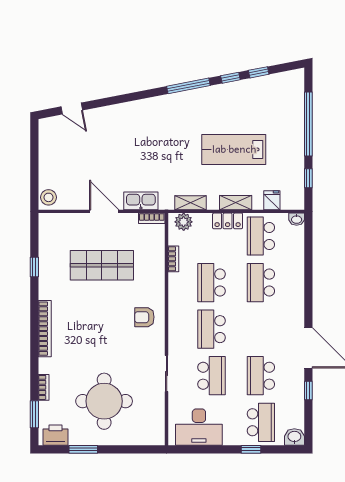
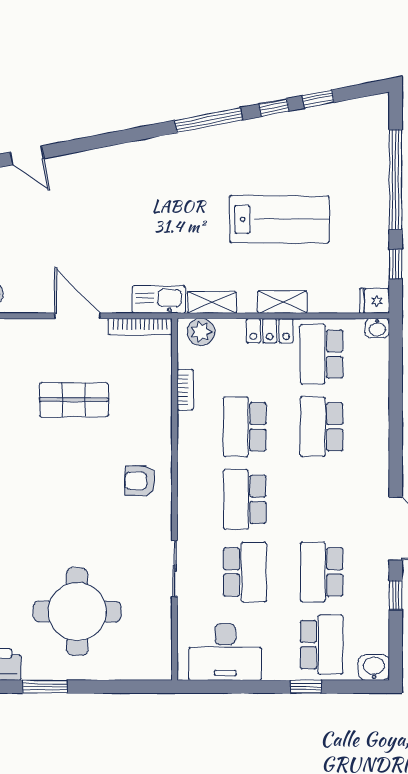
lab bench: (234, 149) -> (279, 219), turned 180
fridge: (272, 200) -> (374, 301), moved, turned -90
kitchen sink: (141, 201) -> (159, 299), moved
bookcase: (152, 218) -> (140, 327), width x1.56
shop shelf: (102, 265) -> (74, 400), width x0.70, depth x0.74

